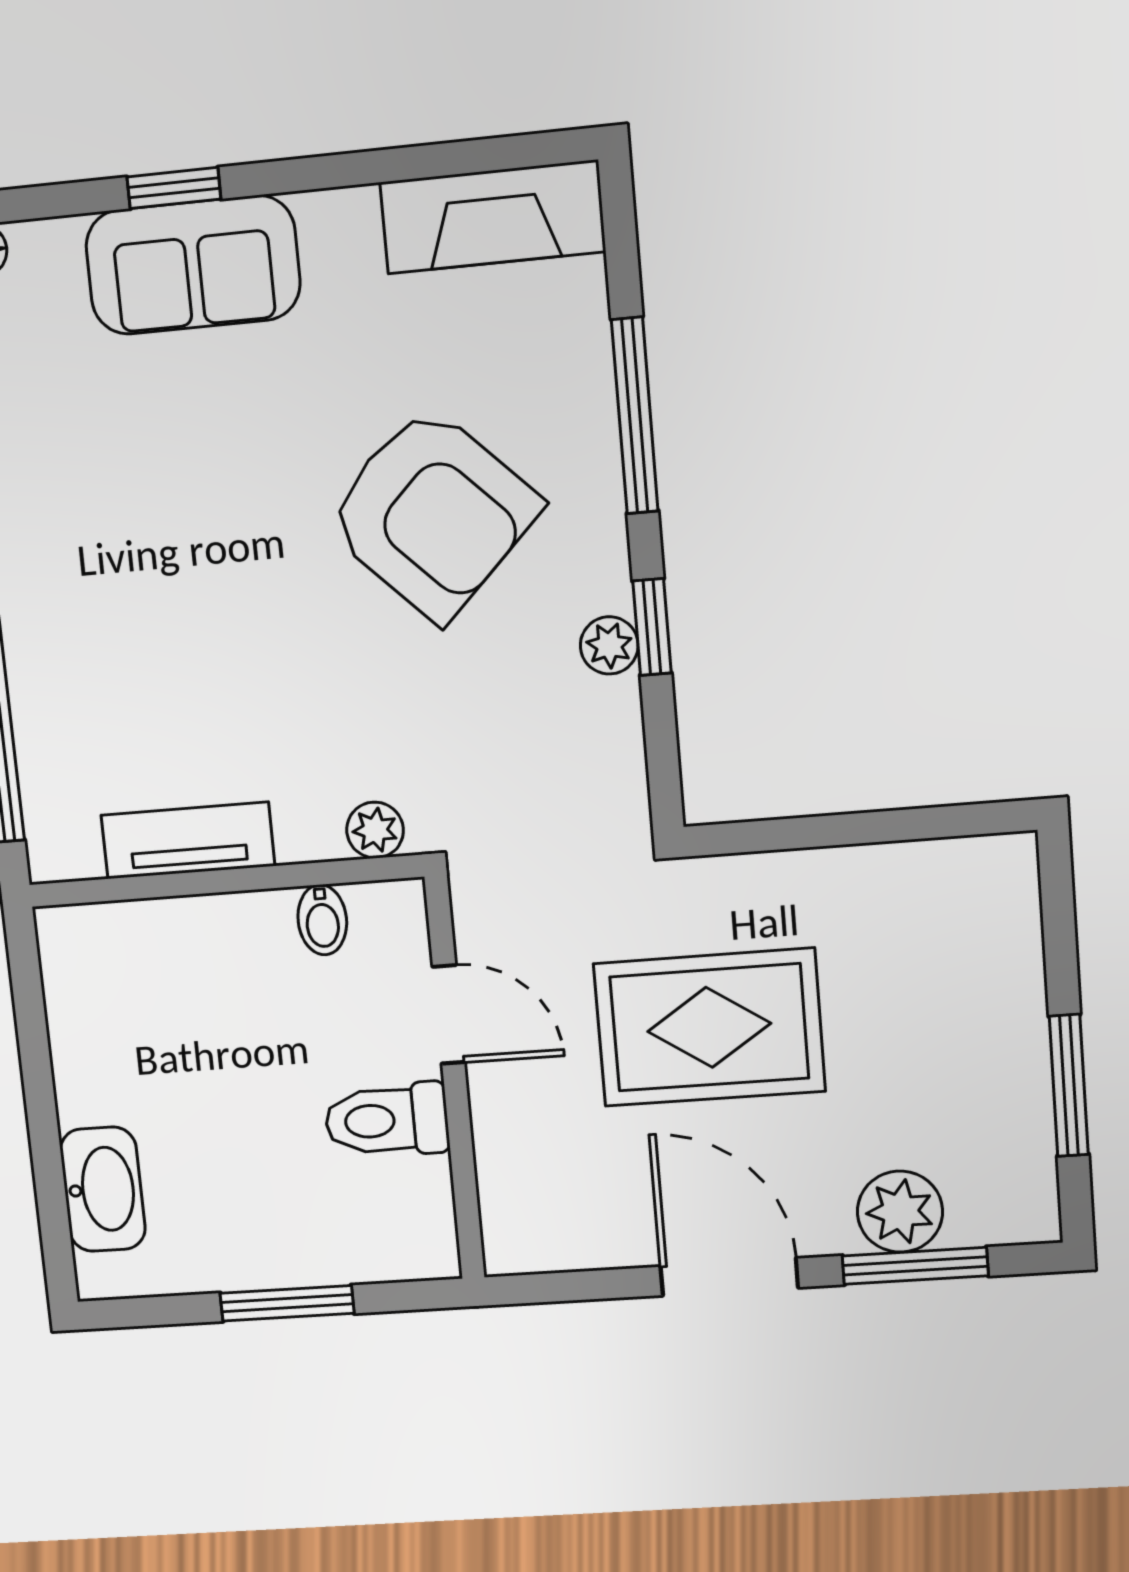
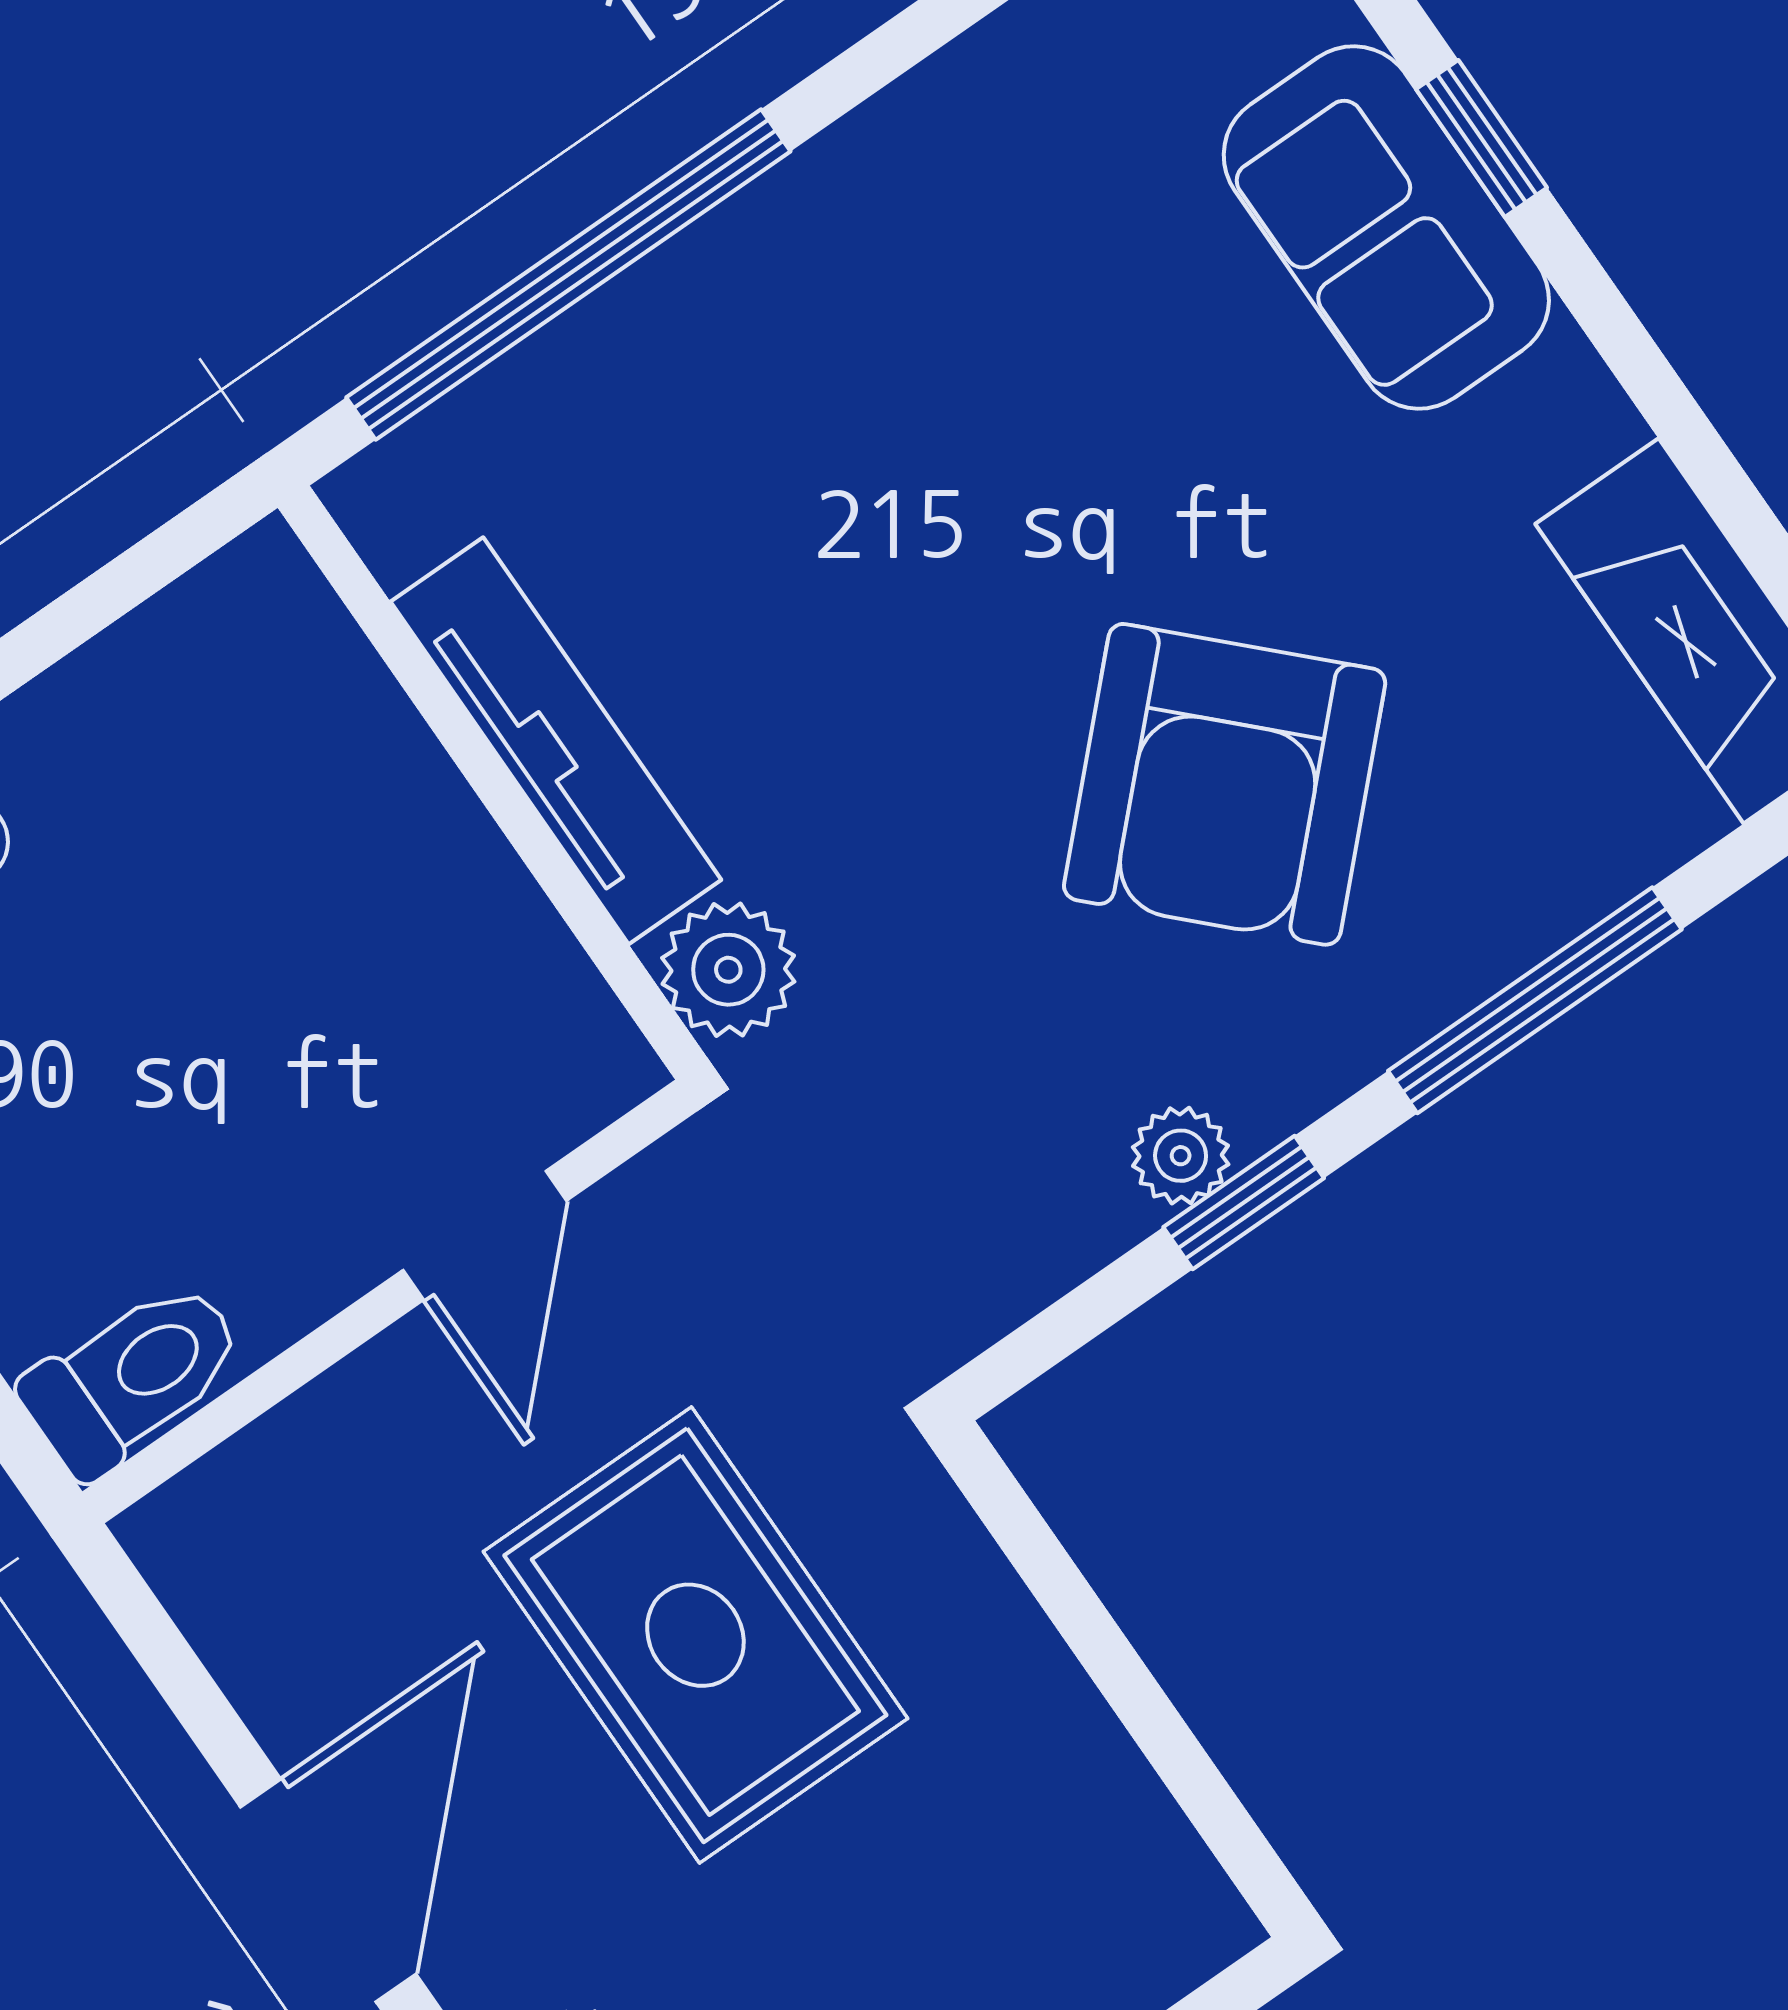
plant: (375, 830) -> (728, 970), width x1.38, depth x1.38
tv unit: (188, 840) -> (556, 741), width x1.41
bidet: (322, 920) -> (518, 963), removed
toilet: (387, 1120) -> (133, 1377), moved, turned 90

